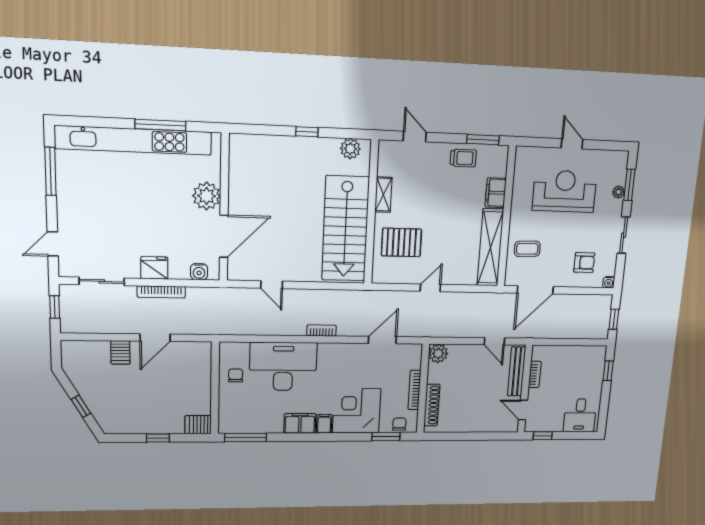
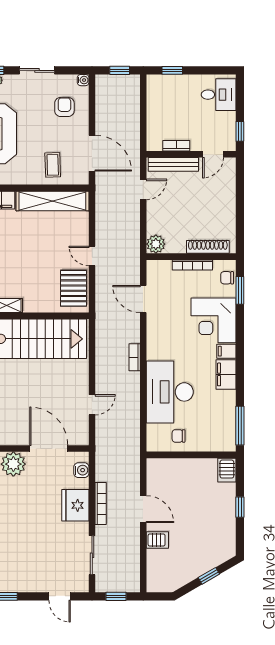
pallet: (401, 242) -> (74, 288), moved
fridge: (154, 268) -> (75, 505), width x1.36, depth x1.34

